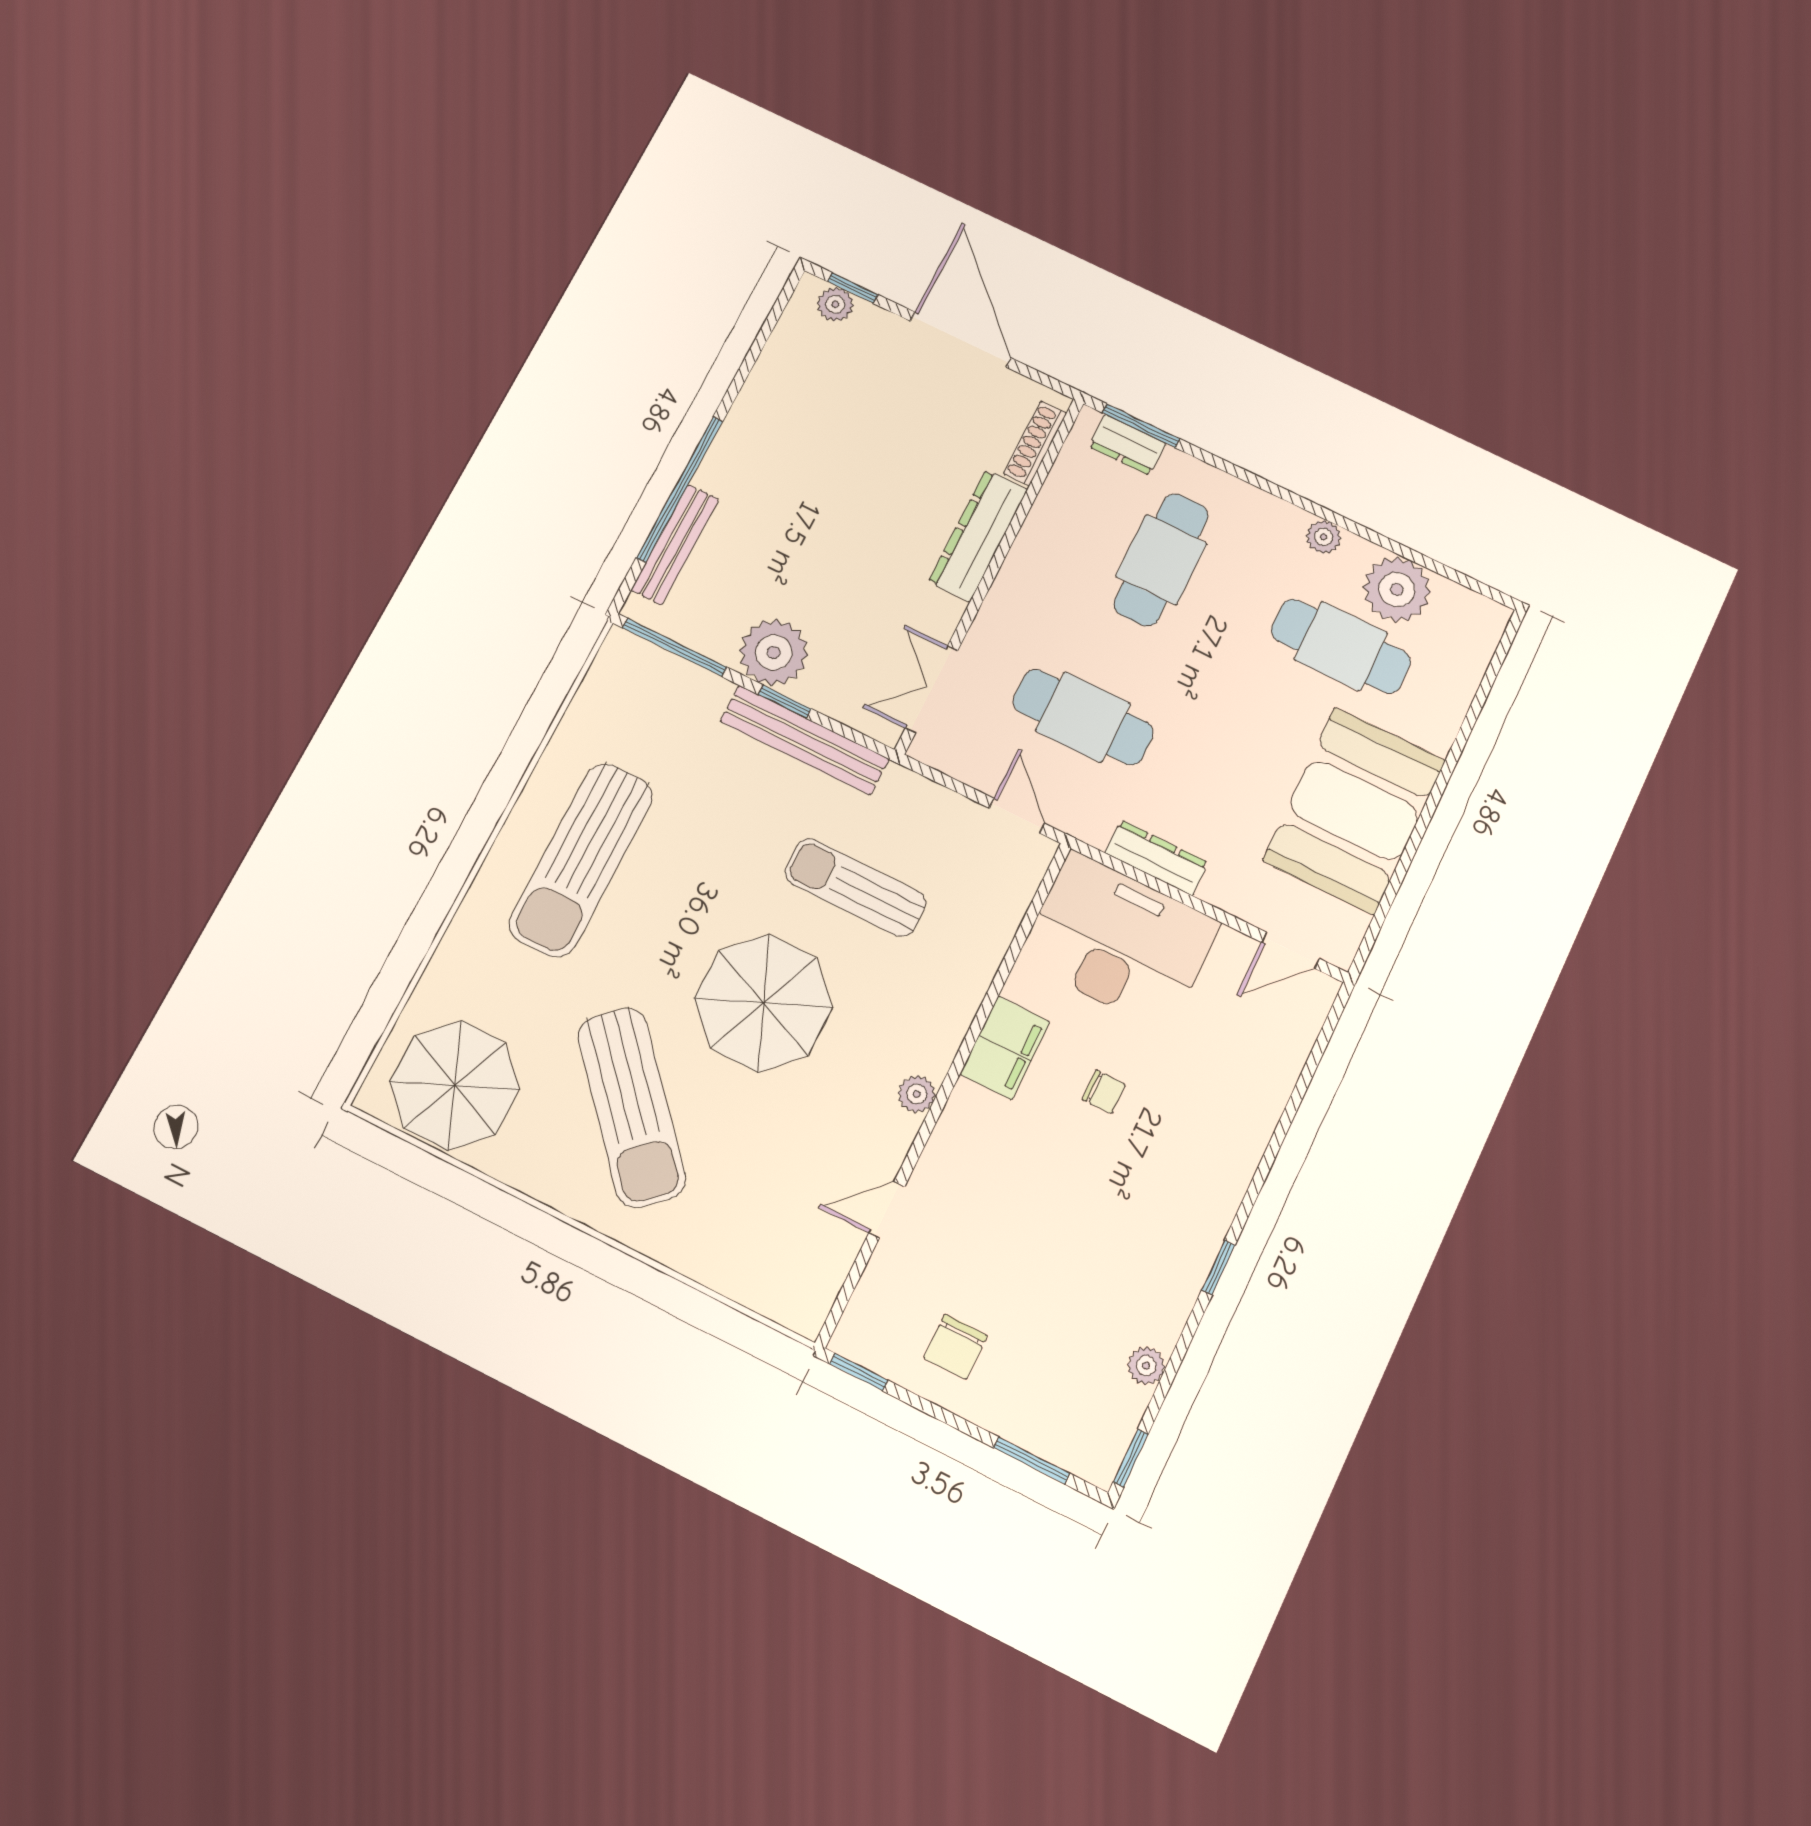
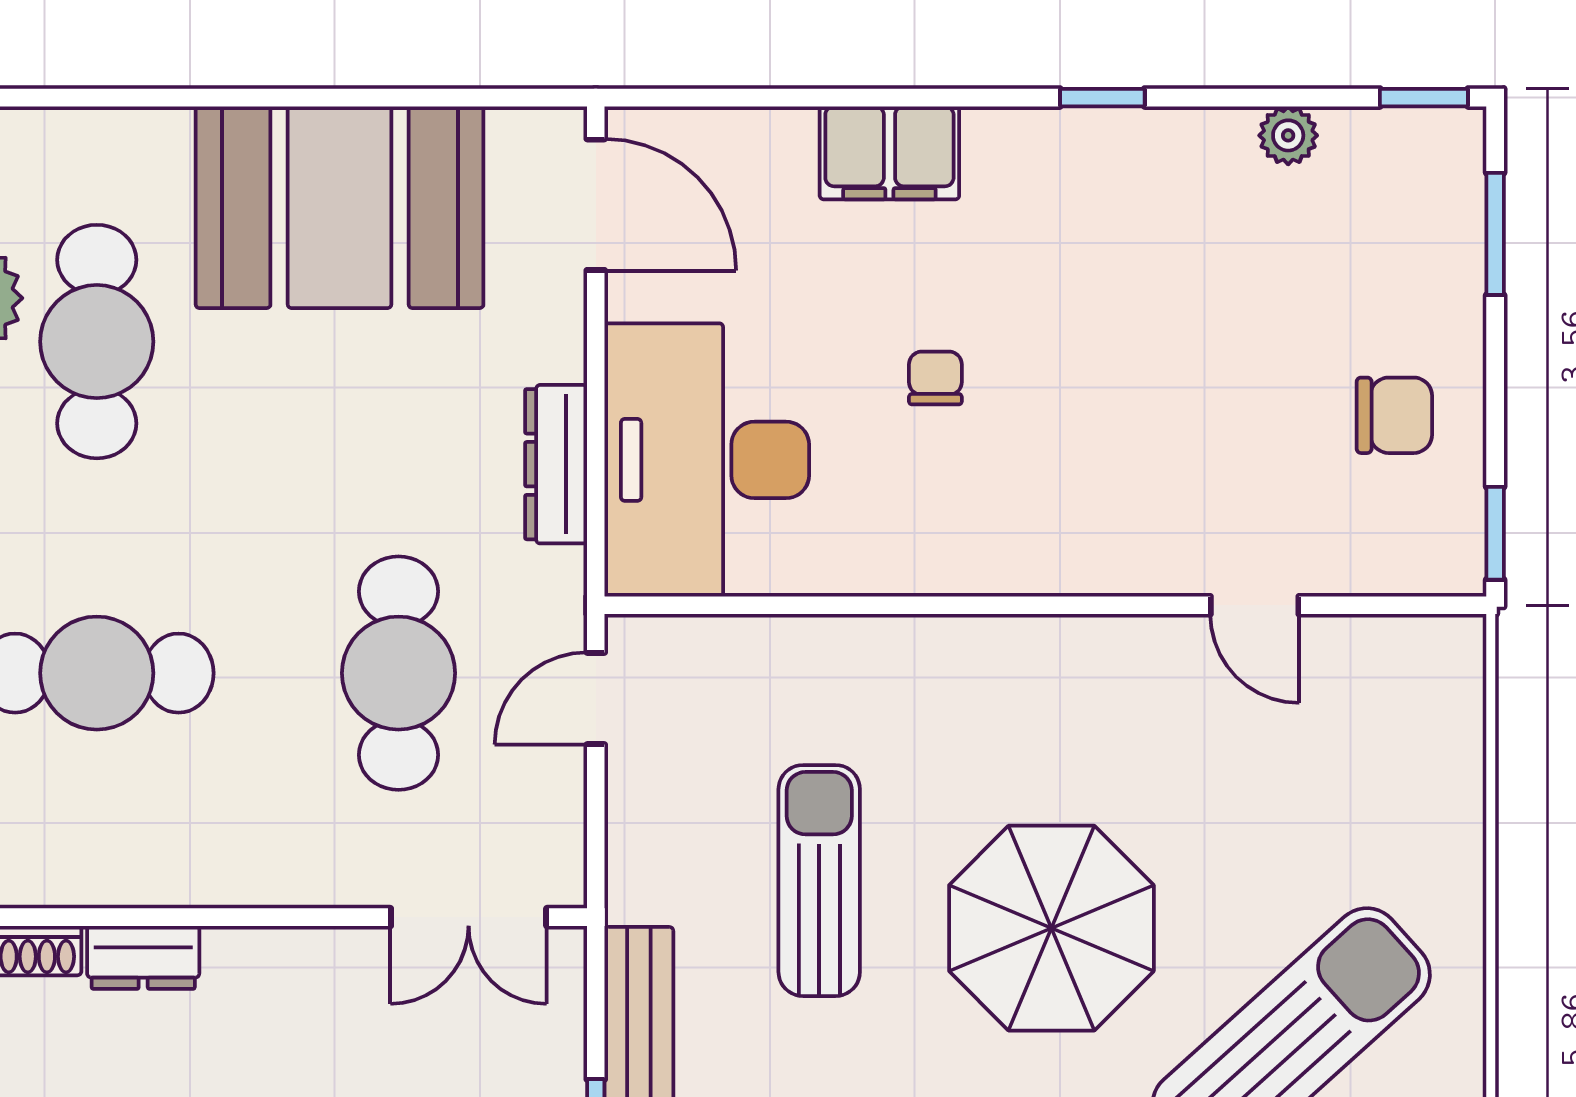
dresser: (978, 535) -> (143, 957), width x0.51, depth x0.80
sun lounger: (855, 888) -> (819, 881), turned 180
door: (1291, 950) -> (596, 205), width x1.38
filing cabinet: (1005, 1048) -> (889, 153), moved, turned 180
plant: (917, 1094) -> (1072, 644), removed

